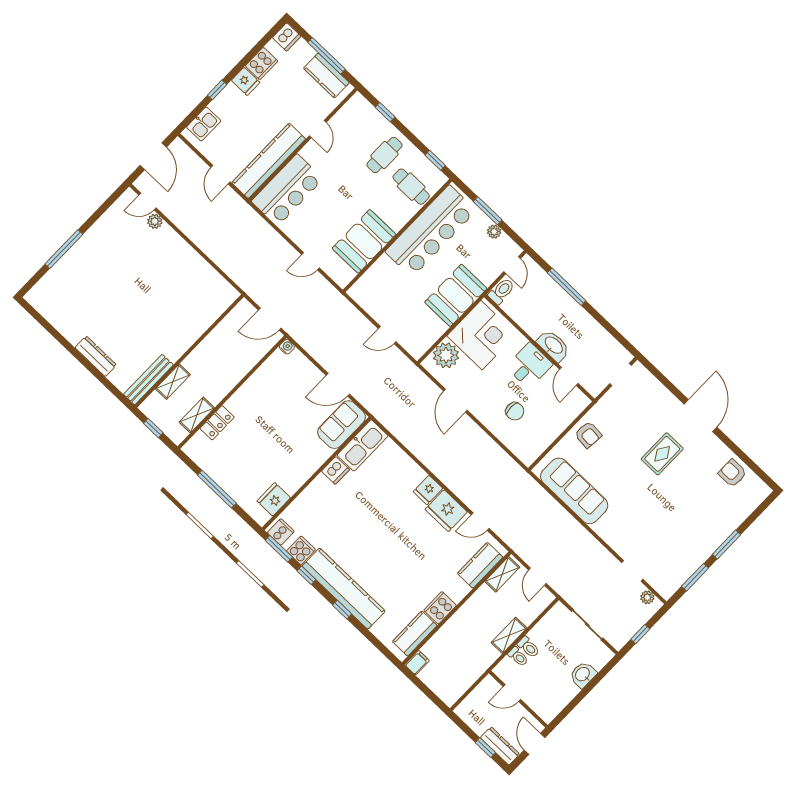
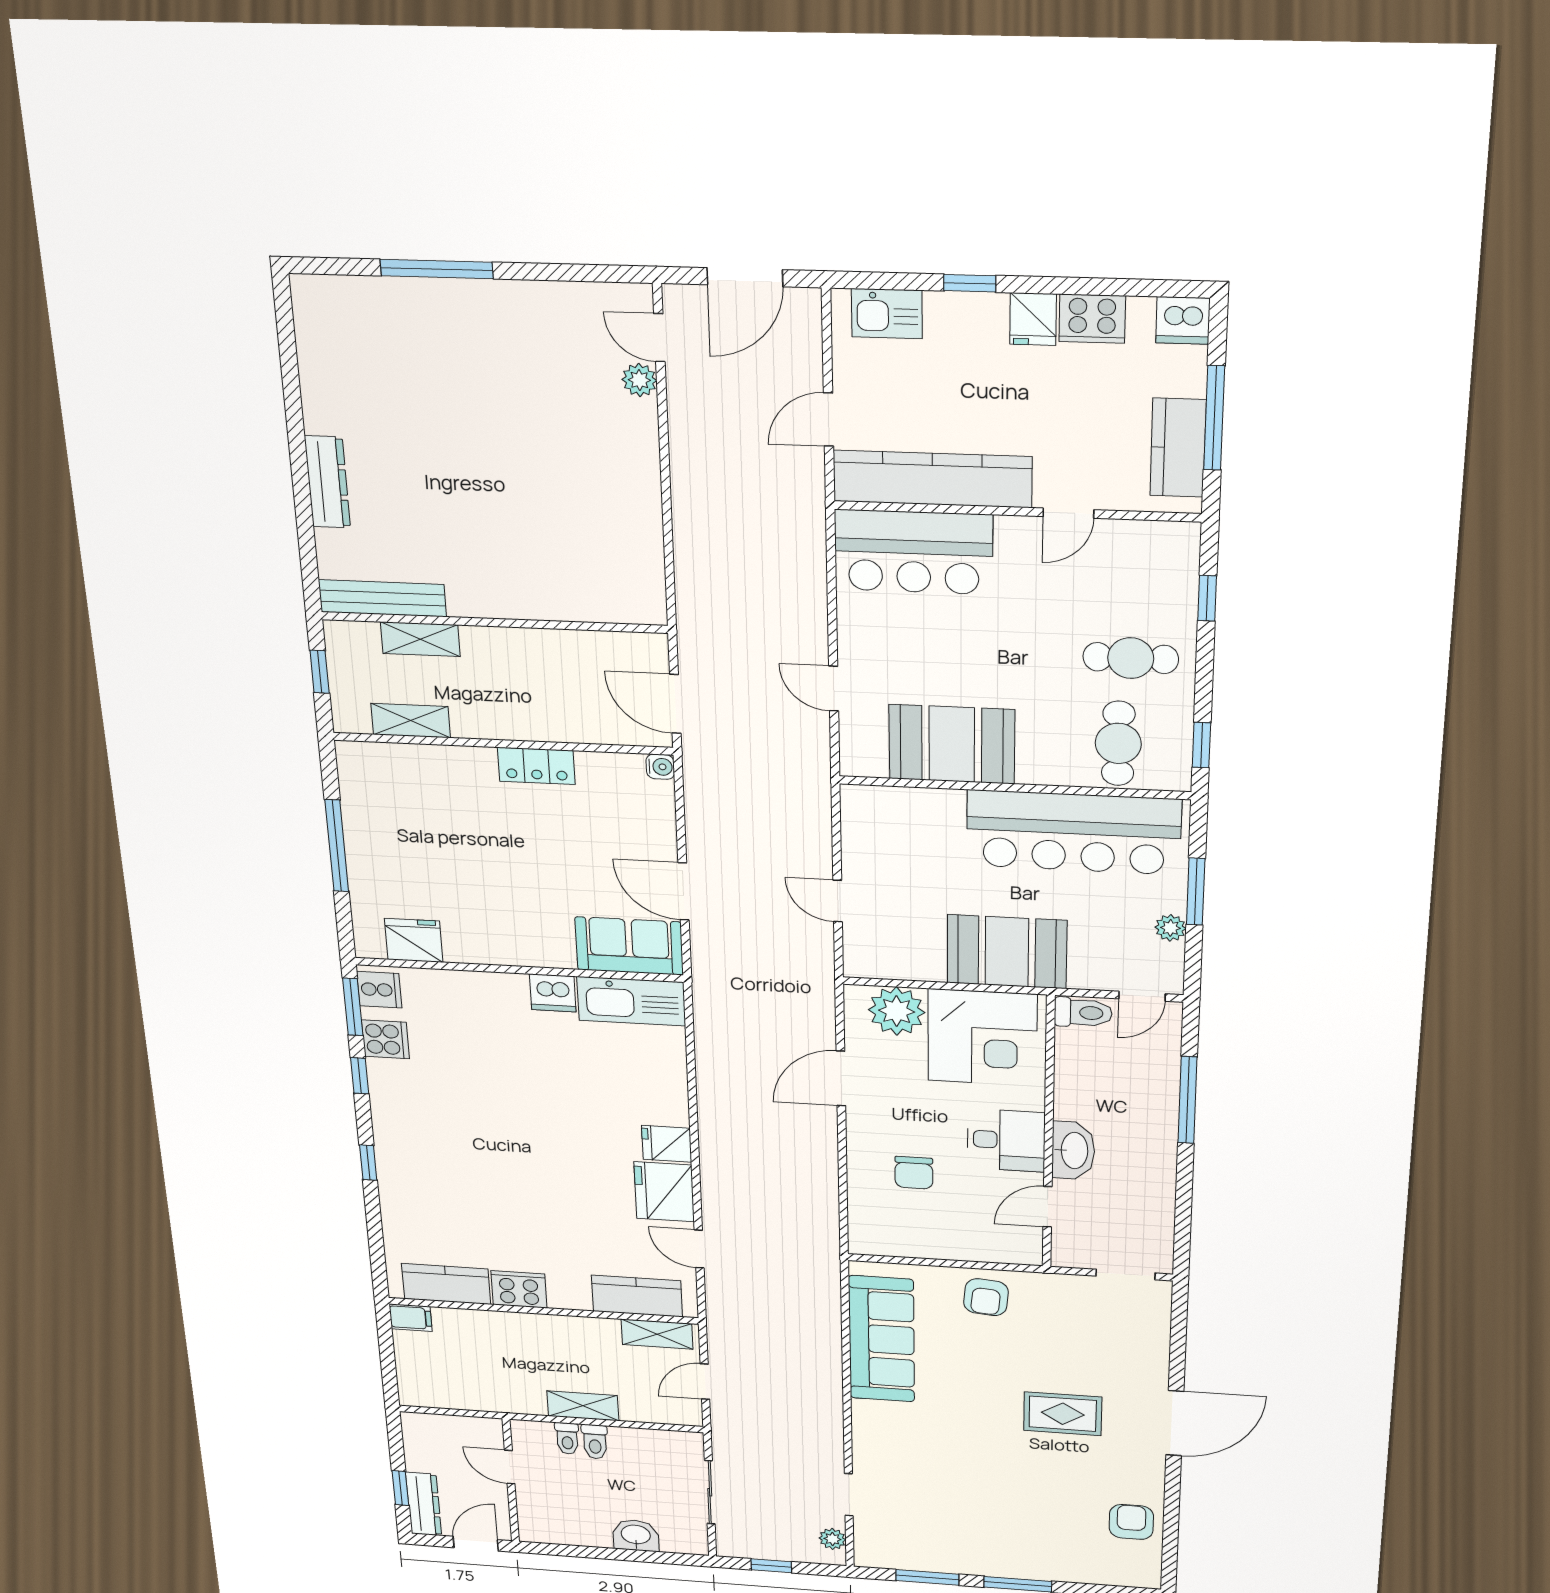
locker: (217, 423) -> (536, 766), moved
kitchen counter: (344, 589) -> (399, 1141), removed

